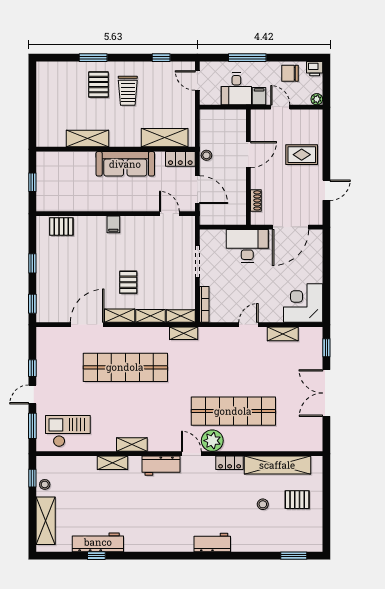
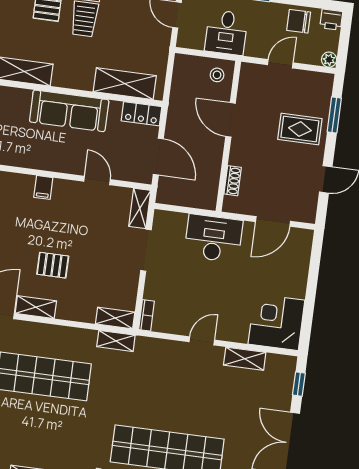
filing cabinet: (259, 96) -> (255, 46), removed
door: (280, 107) -> (280, 64), hinge flipped
window: (326, 141) -> (334, 115), added
stool: (206, 155) -> (217, 75), moved
door: (248, 155) -> (231, 120), swing flipped
door: (169, 214) -> (97, 180), moved
door: (291, 227) -> (273, 221), width x0.73
pallet: (128, 282) -> (53, 265), turned 90
bookcase: (204, 304) -> (146, 315), width x0.64
shelving: (151, 316) -> (140, 208), moved, turned 90

